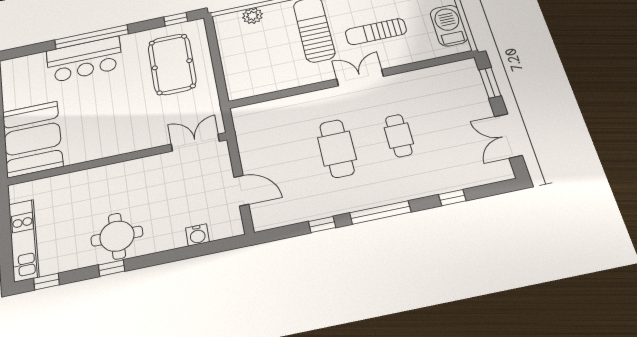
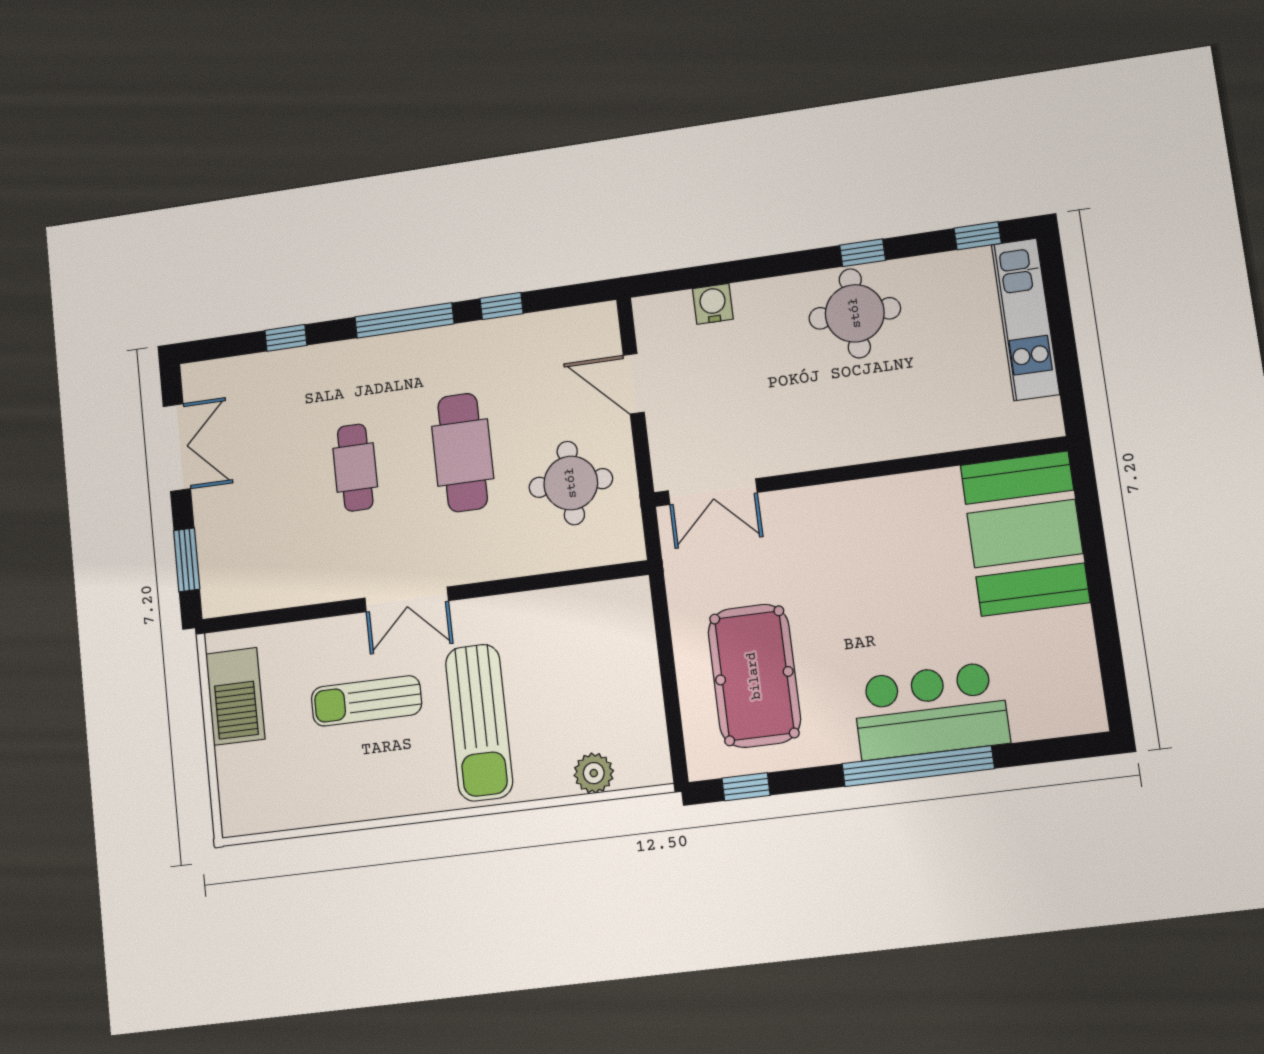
sun lounger: (376, 32) -> (366, 701), turned 180
round table: (274, 140) -> (571, 483), added

